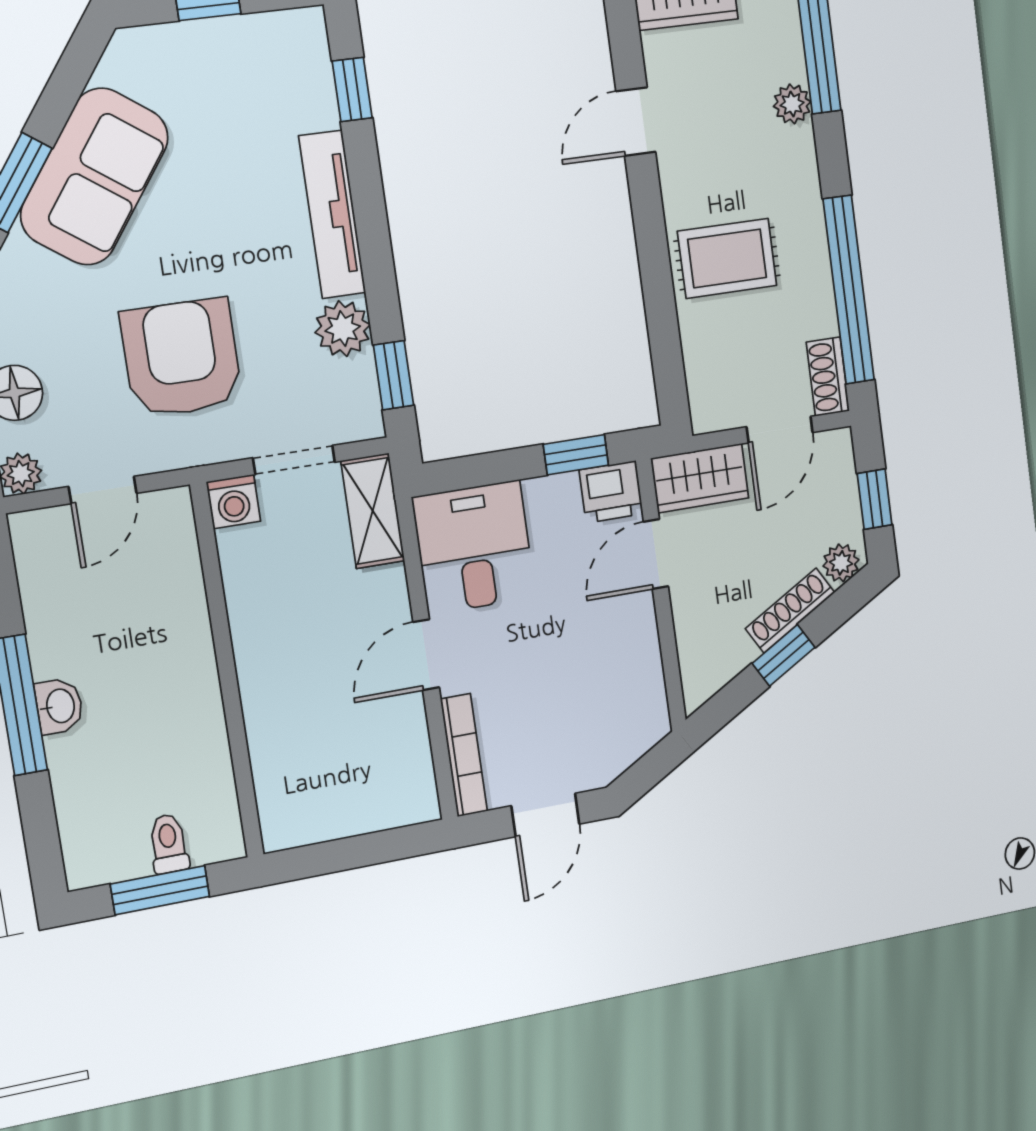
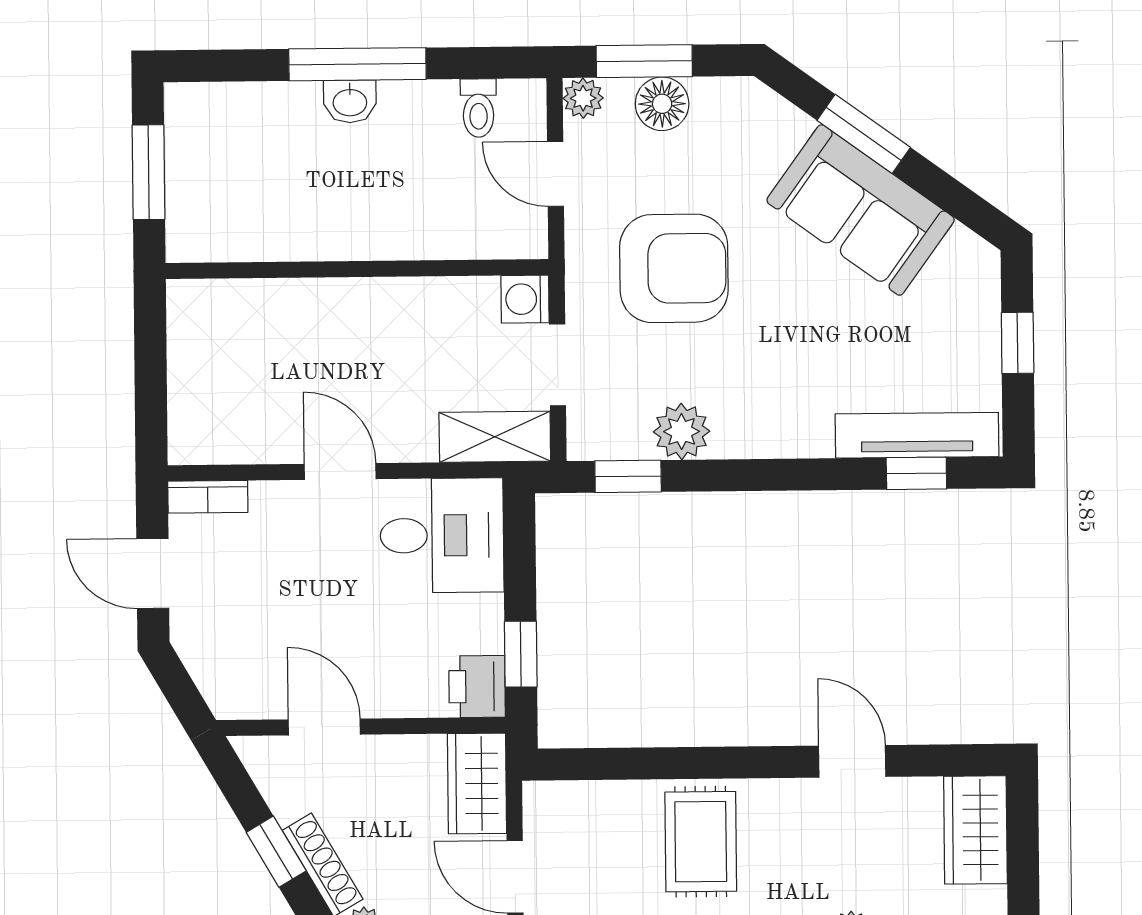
tv unit: (332, 214) -> (917, 435), moved
door: (656, 554) -> (324, 727), moved
bookcase: (464, 755) -> (208, 497), width x0.64
toilet: (169, 844) -> (478, 108), moved, turned 90

